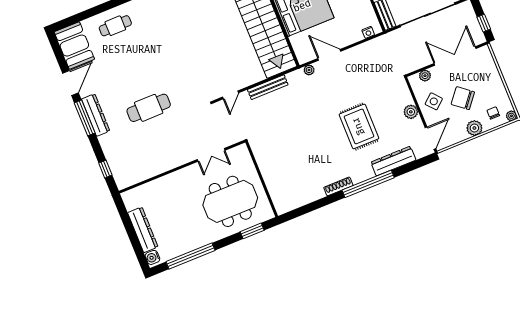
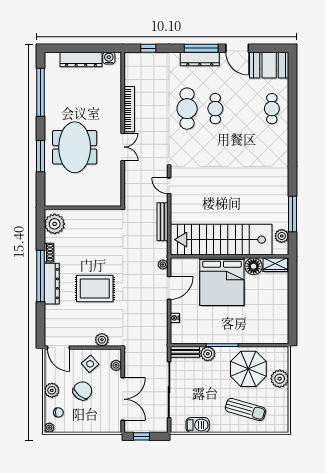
nightstand: (368, 32) -> (175, 318), moved
cafe table: (138, 80) -> (215, 109), added
plant: (411, 112) -> (102, 340), moved
double door: (211, 155) -> (123, 147), swing flipped
dresser: (393, 161) -> (52, 284), moved
bookcase: (172, 164) -> (129, 109), added
wall: (262, 179) -> (83, 208), moved
shoe rack: (338, 186) -> (49, 253), width x0.70
plant: (312, 191) -> (55, 224), added
window: (252, 231) -> (41, 156), width x1.44
water cooler: (152, 257) -> (109, 58), moved

